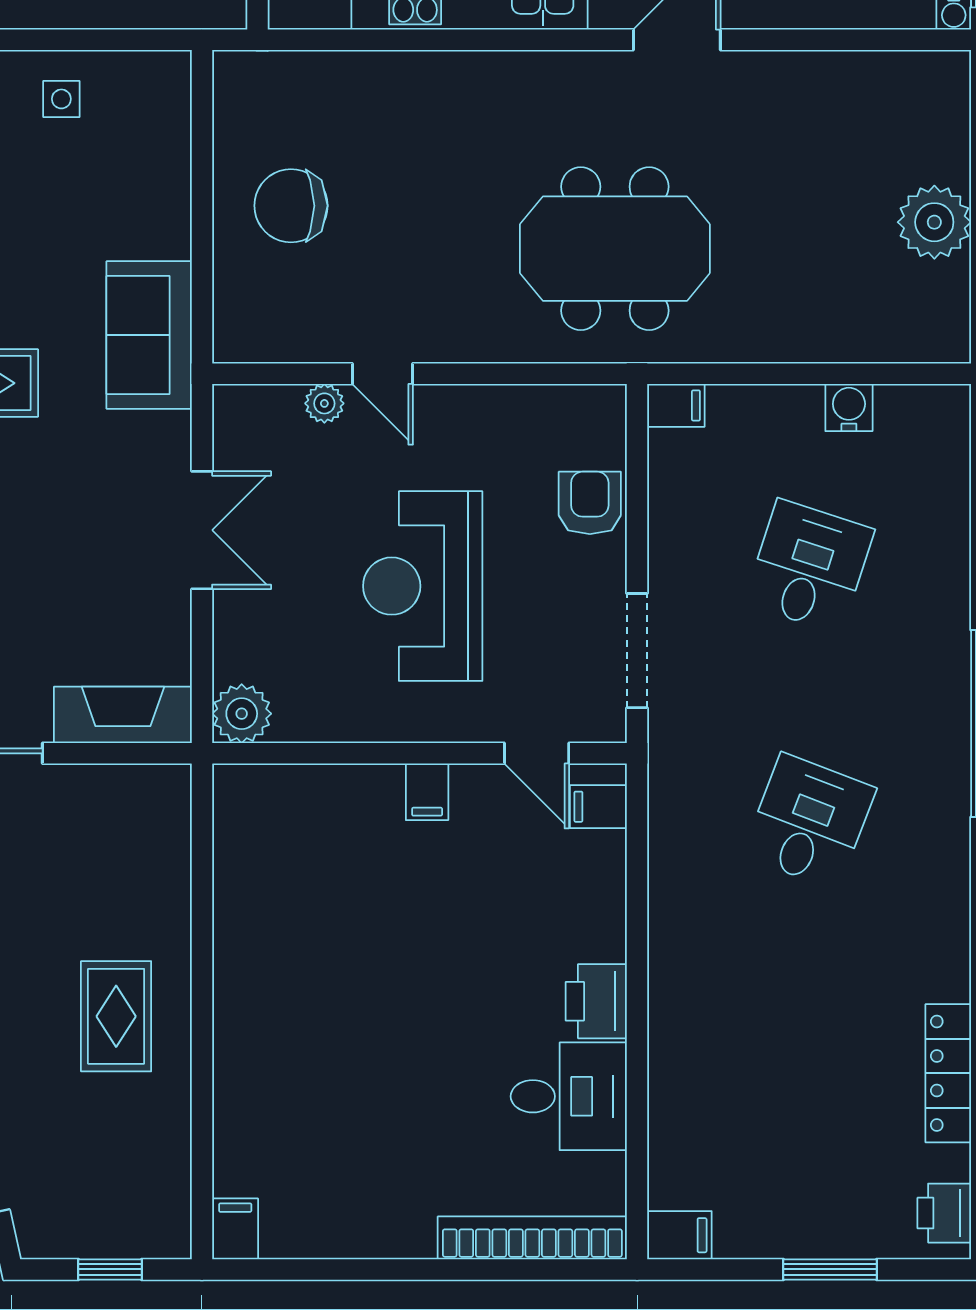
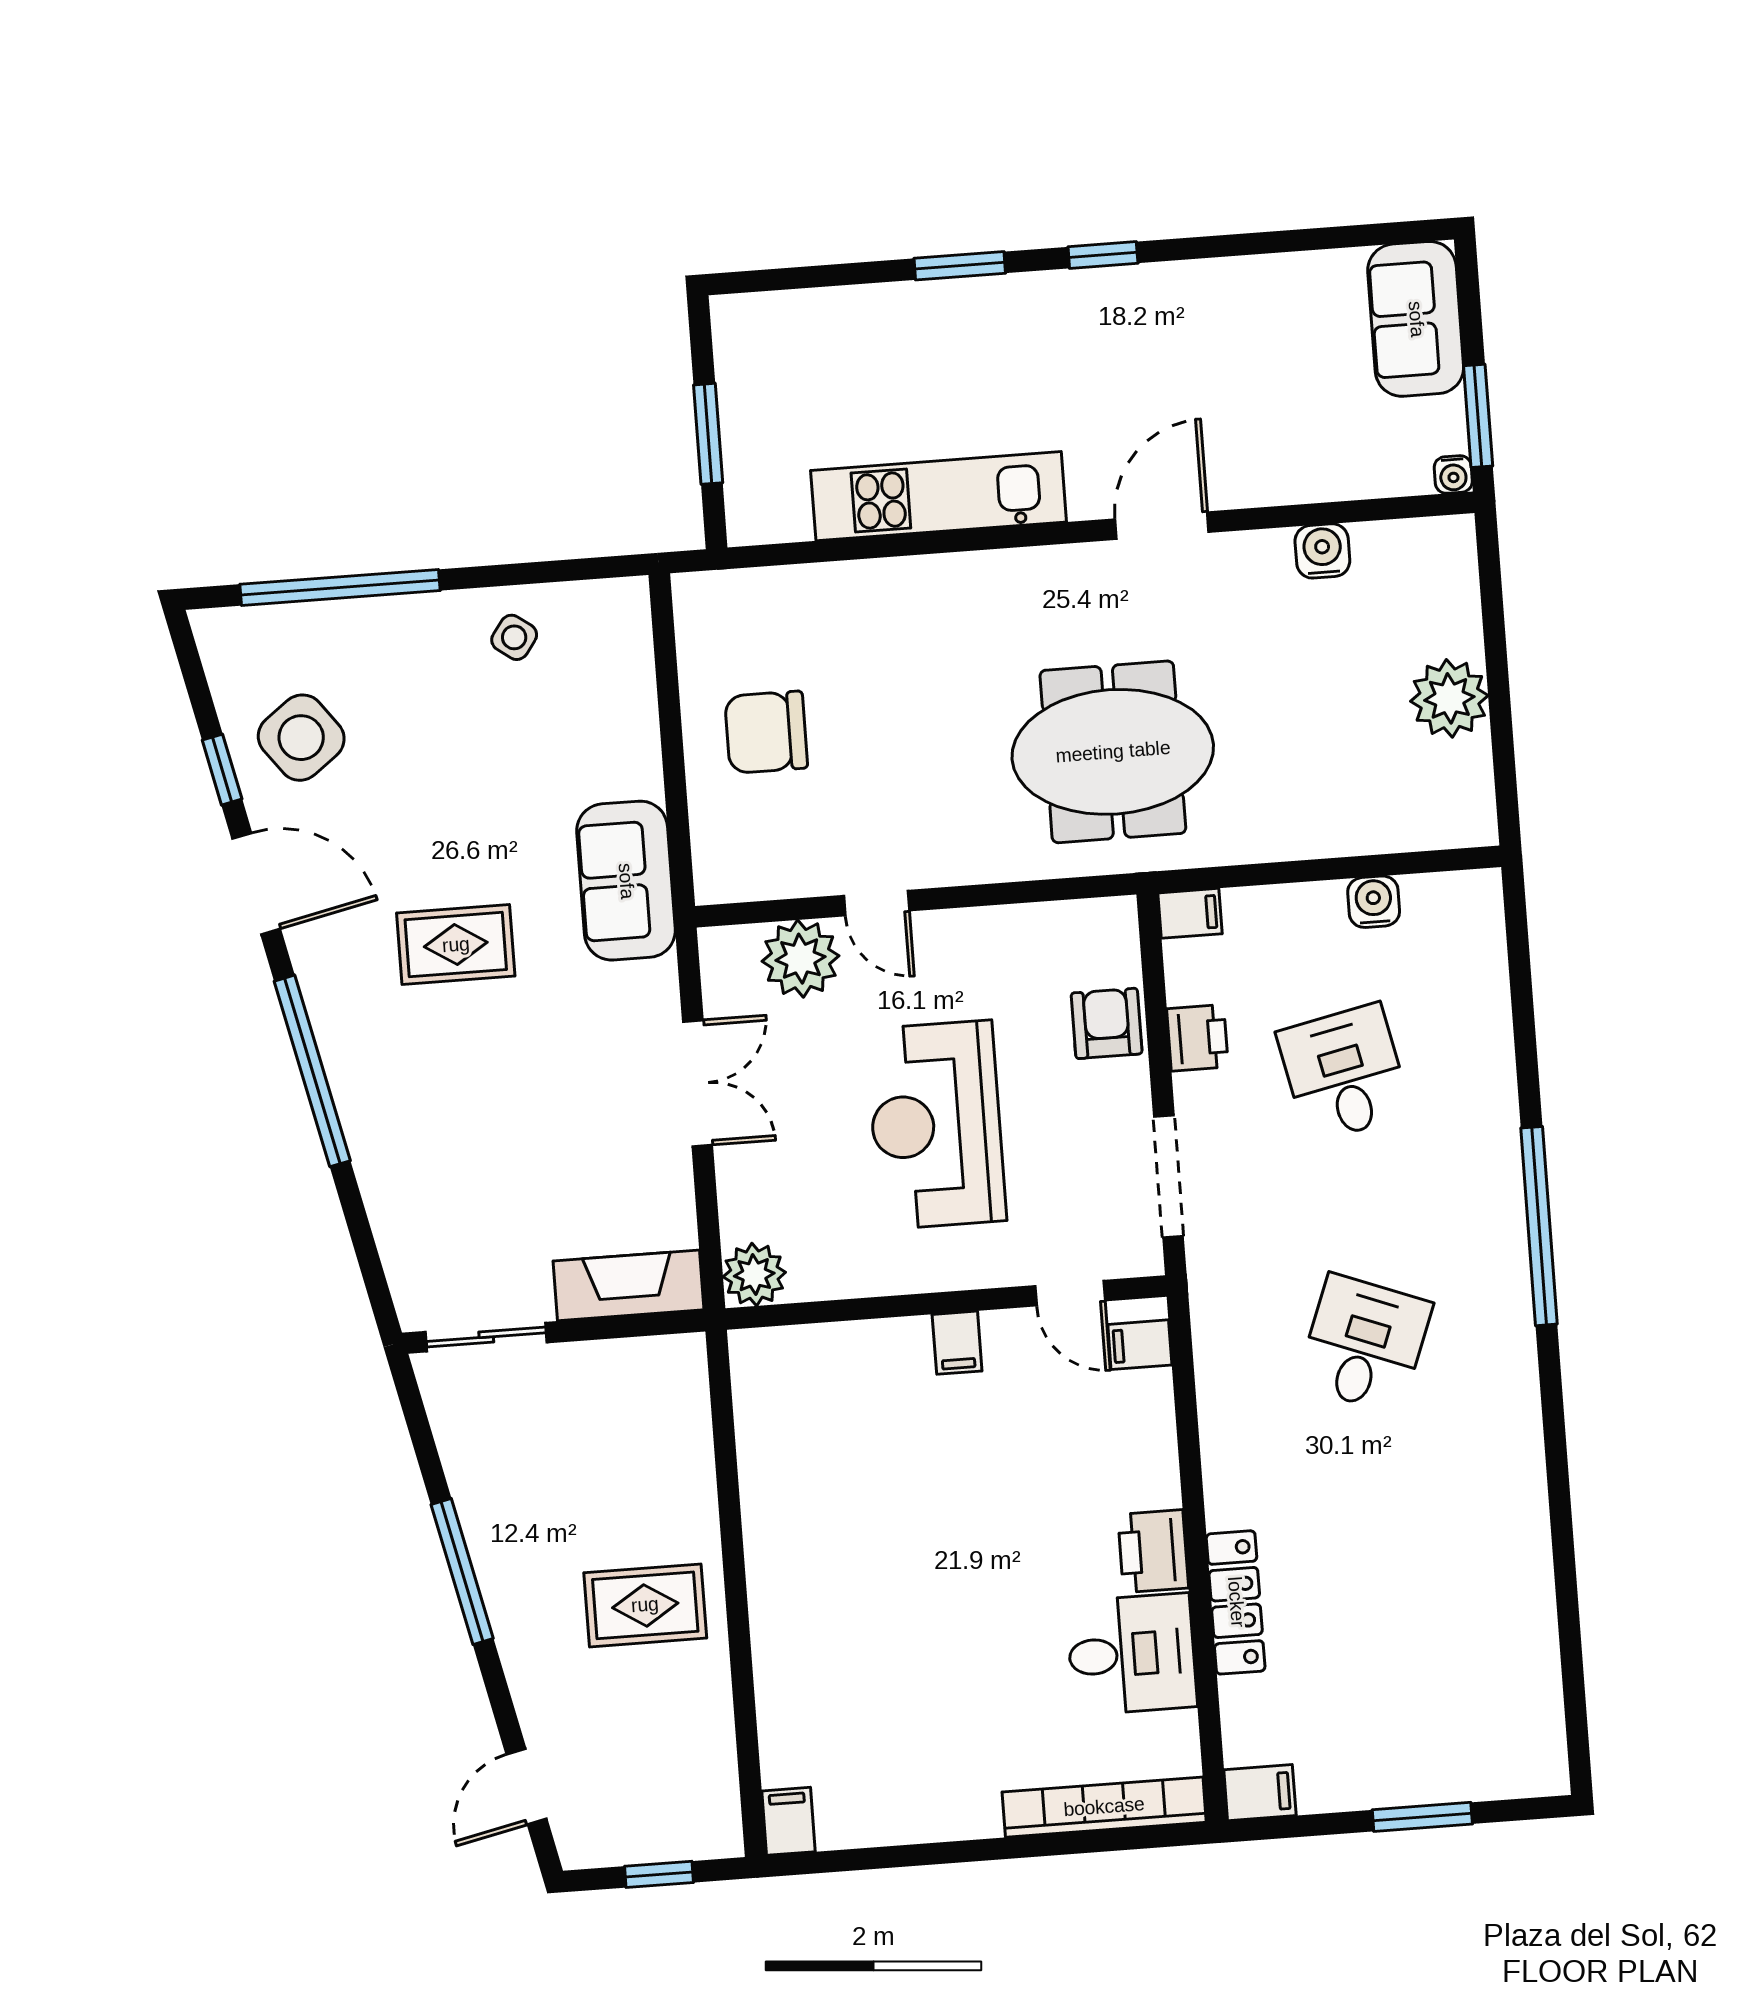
water cooler: (826, 75) -> (1322, 551), added
side table: (61, 99) -> (514, 637), turned 36
plant: (324, 403) -> (801, 959), width x1.88, depth x1.88
desk: (809, 566) -> (1344, 1073), turned -30
rug: (116, 1016) -> (645, 1605), turned 90
locker: (948, 1073) -> (1236, 1602), moved, turned 180
printer: (944, 1213) -> (1197, 1038), moved, turned 180

